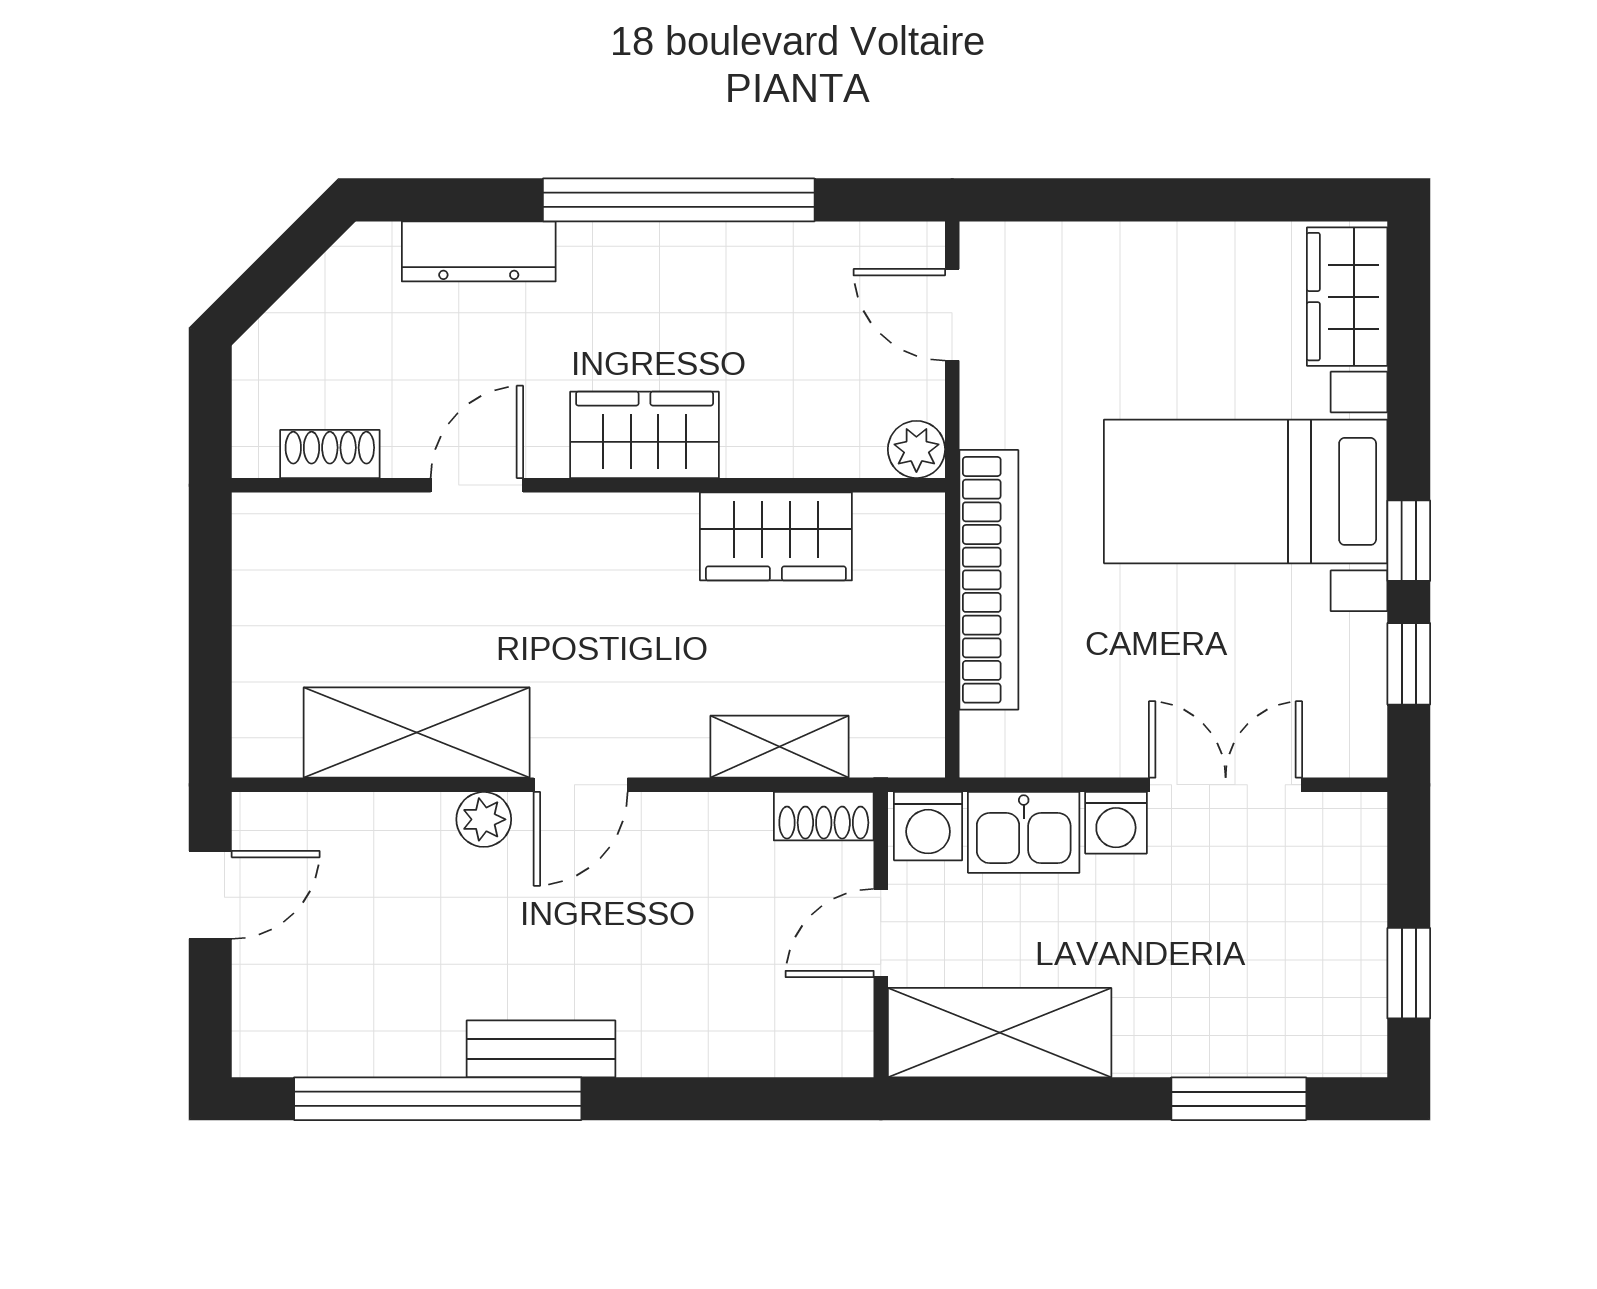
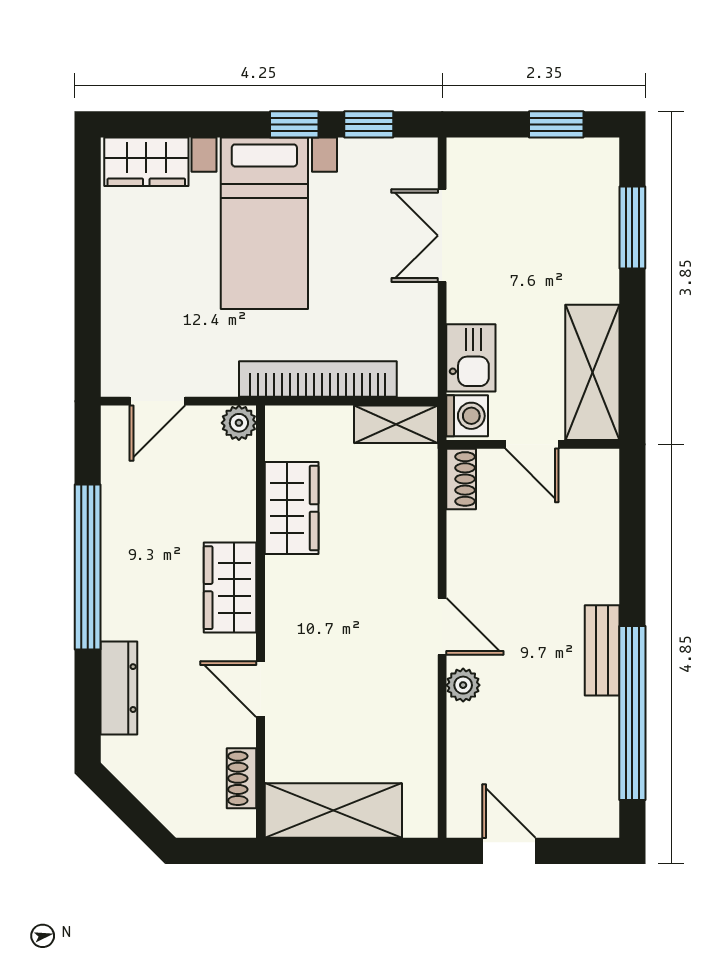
shelving: (417, 733) -> (333, 810), moved, turned 90
shelving: (779, 747) -> (396, 424), moved, turned 90
washing machine: (1116, 823) -> (465, 302), removed

